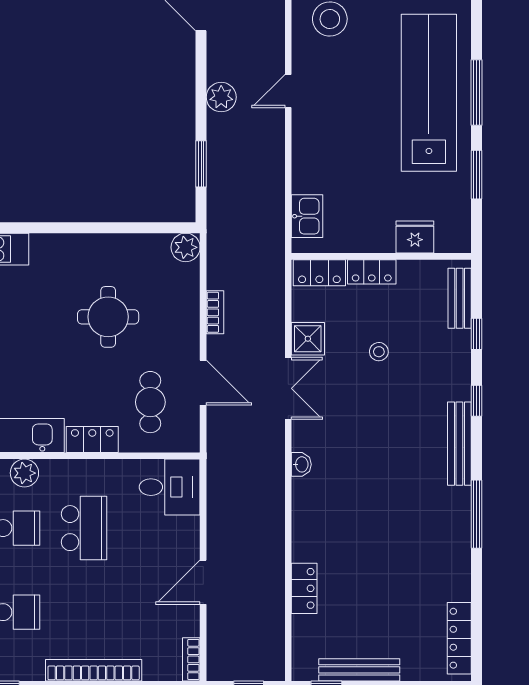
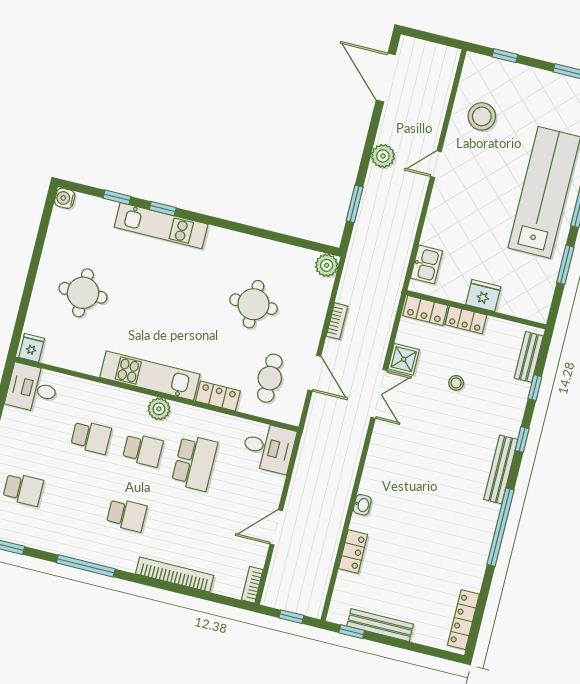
fridge: (415, 237) -> (483, 296), moved
washbasin: (301, 464) -> (362, 505), moved
window: (476, 514) -> (500, 527), width x1.46

